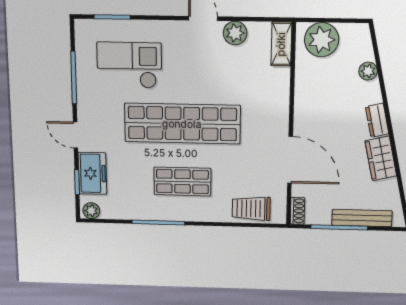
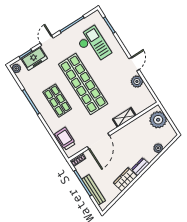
shelving: (281, 44) -> (124, 117), moved

